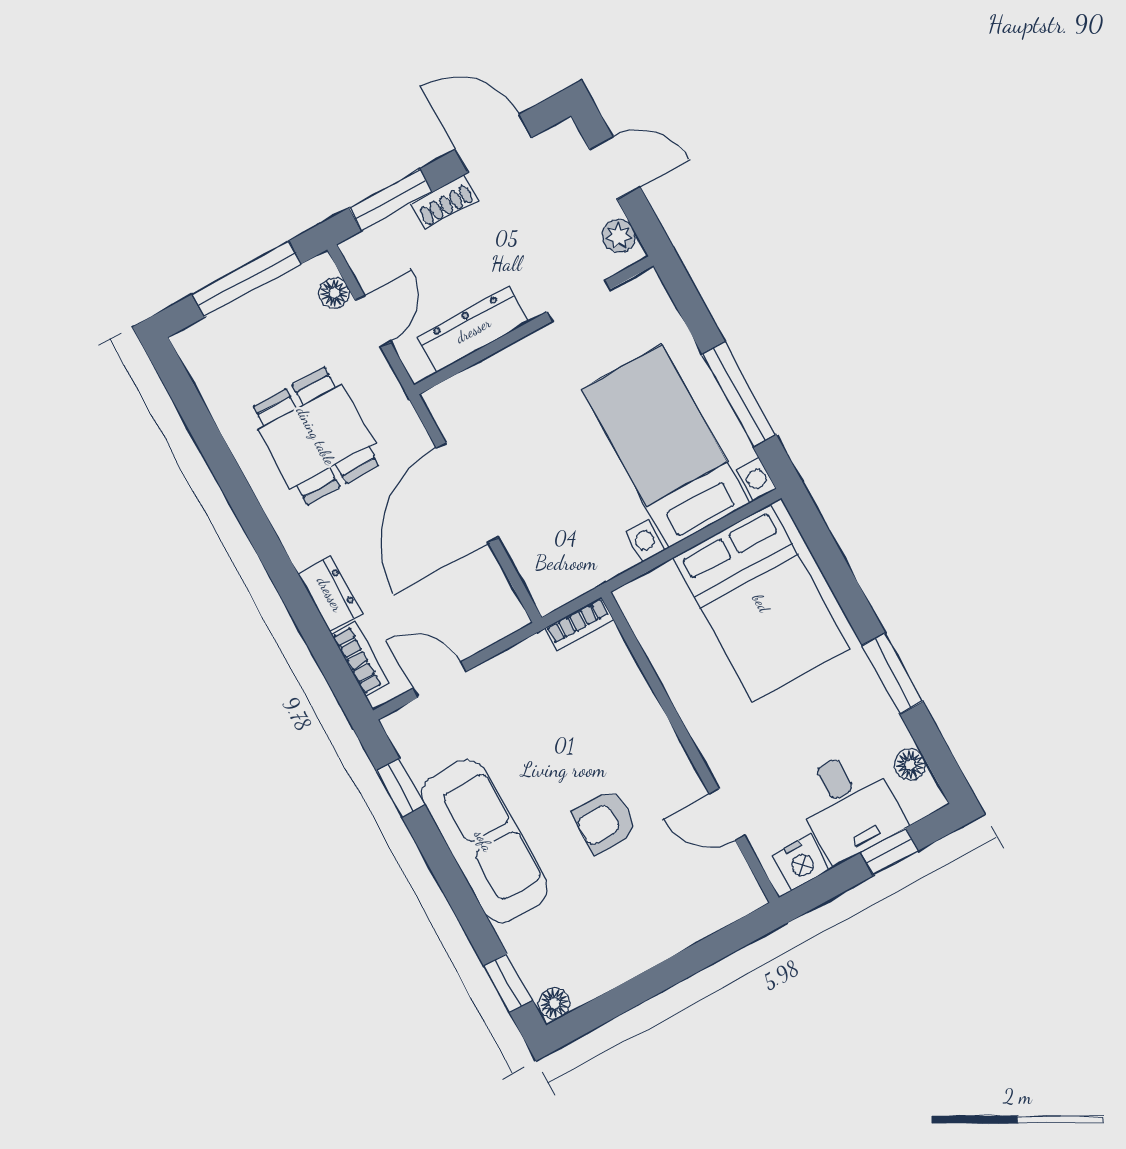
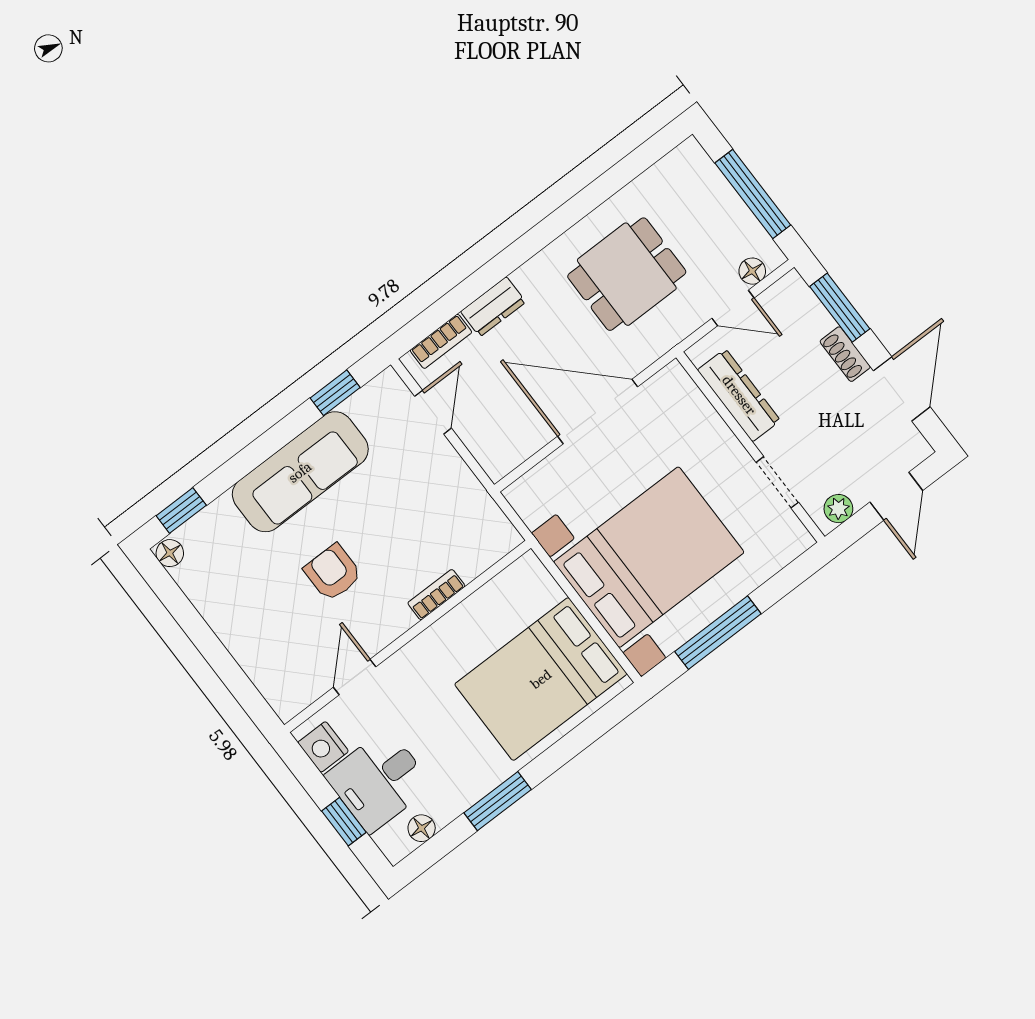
bed with nightstands: (666, 446) -> (649, 557), width x1.36
bookcase: (579, 624) -> (436, 595), moved, turned 90

